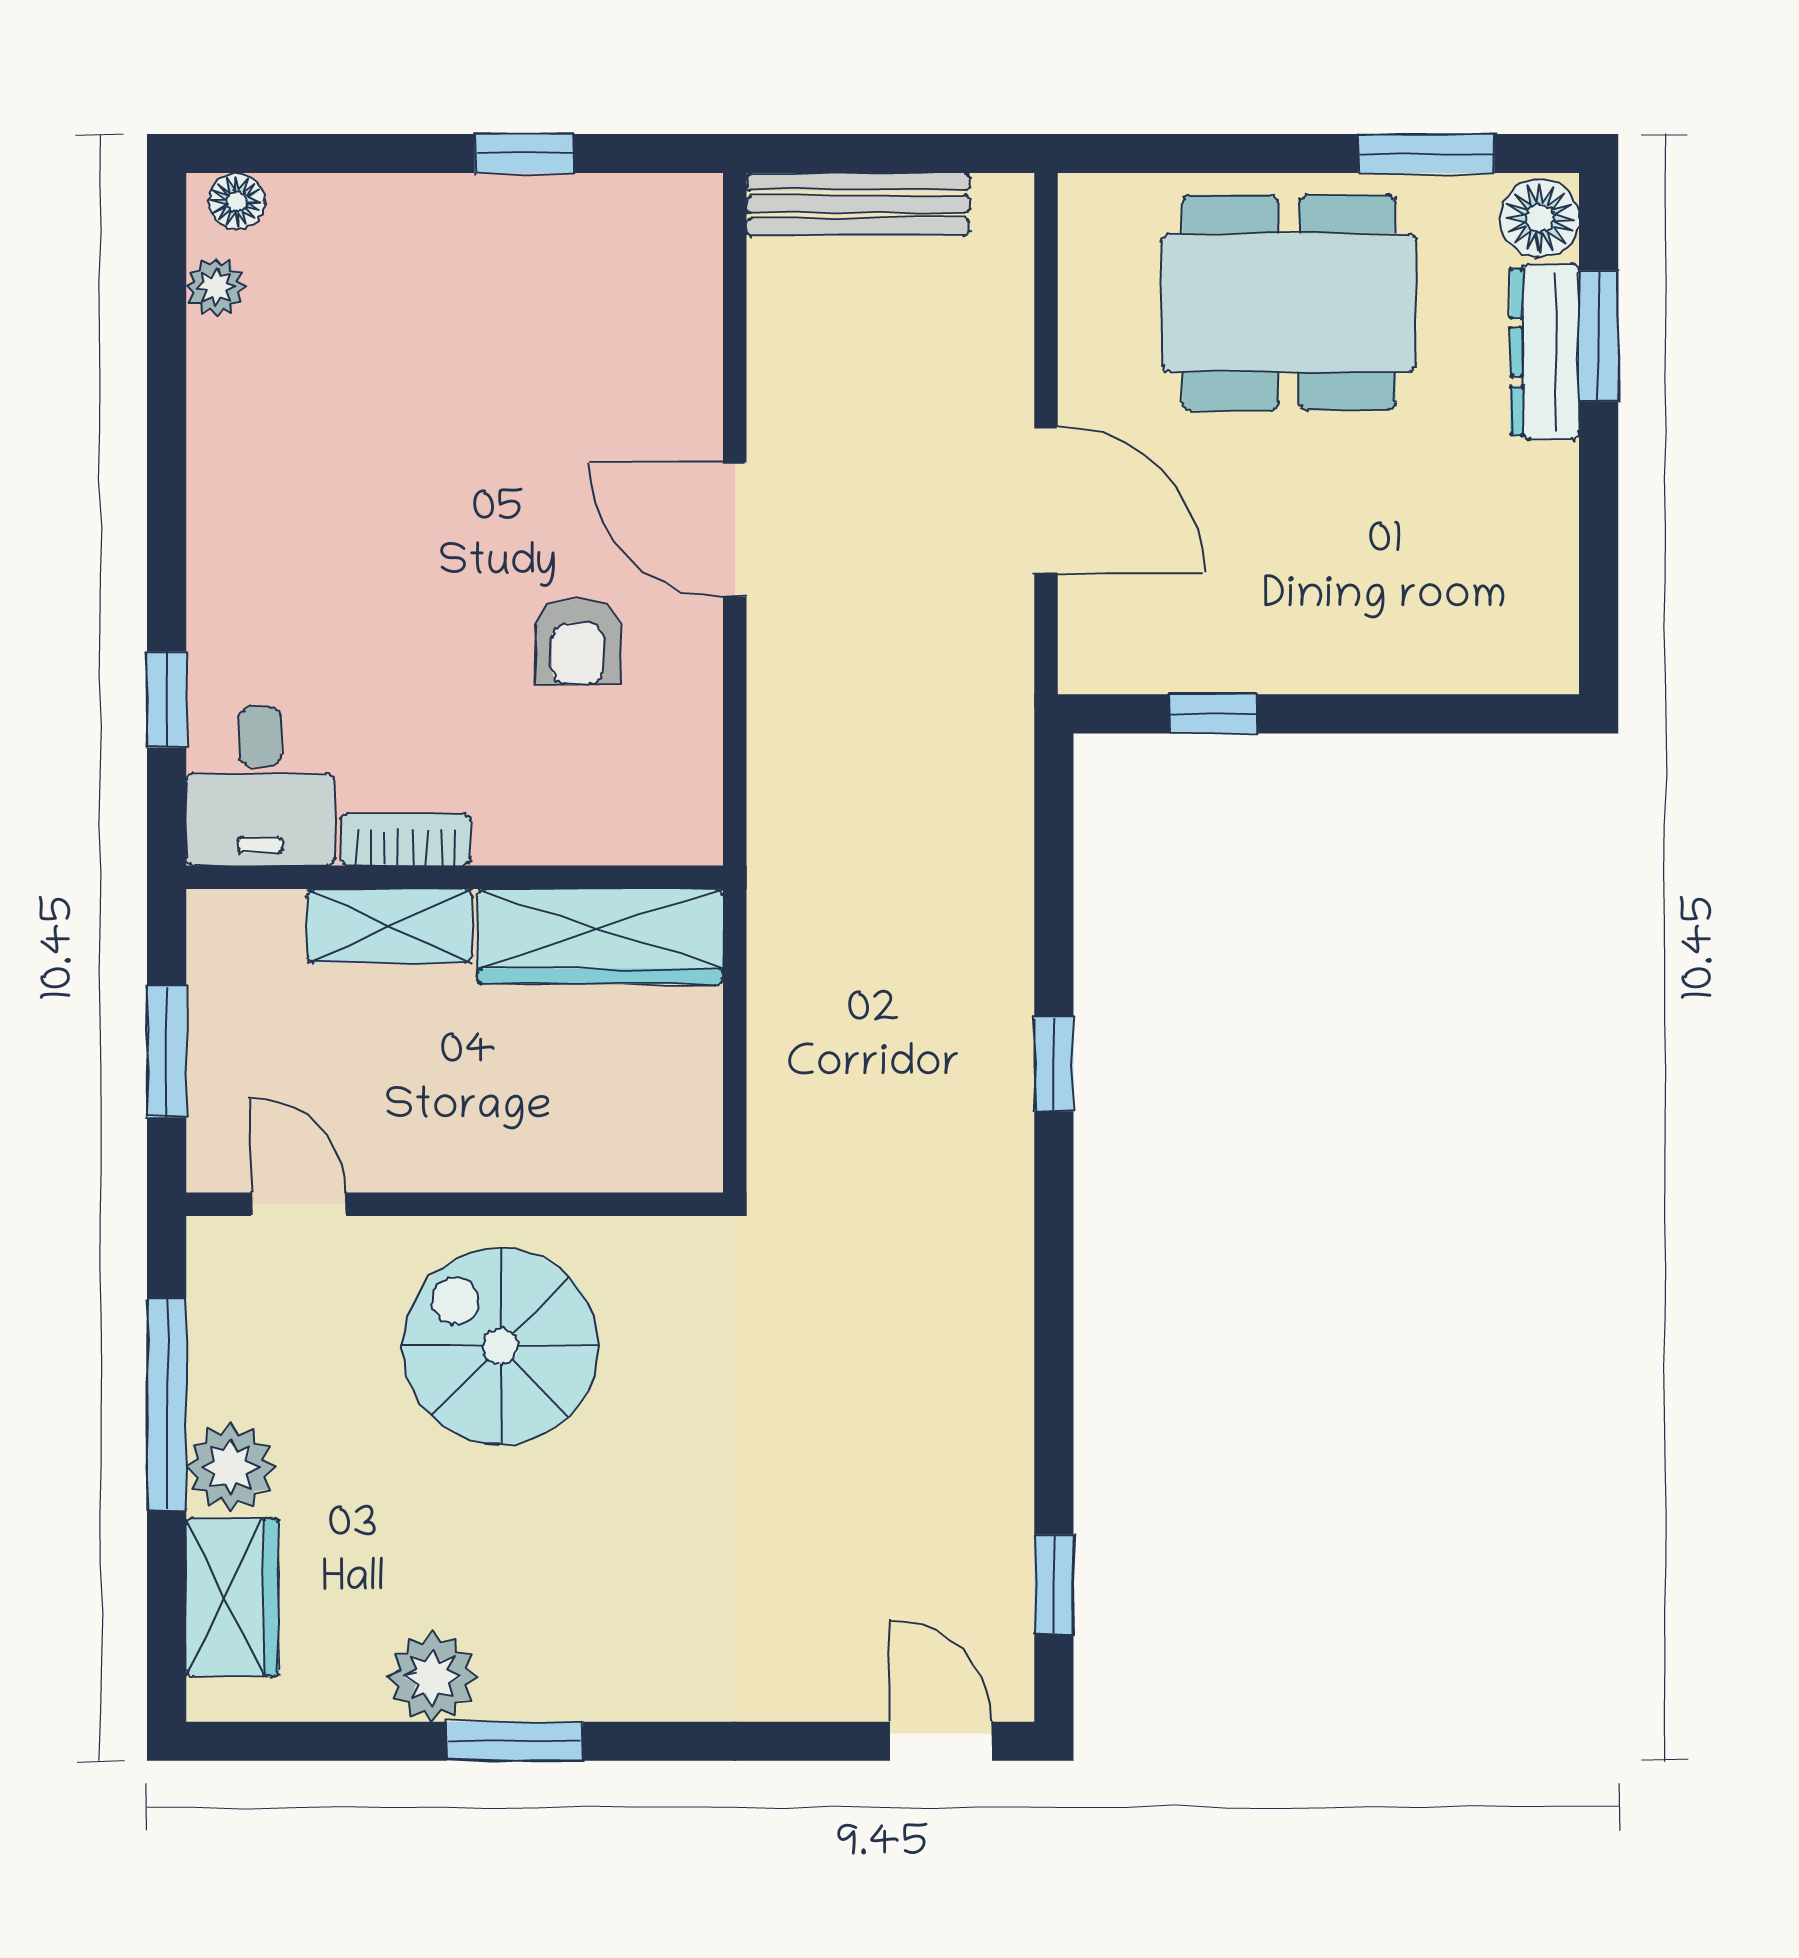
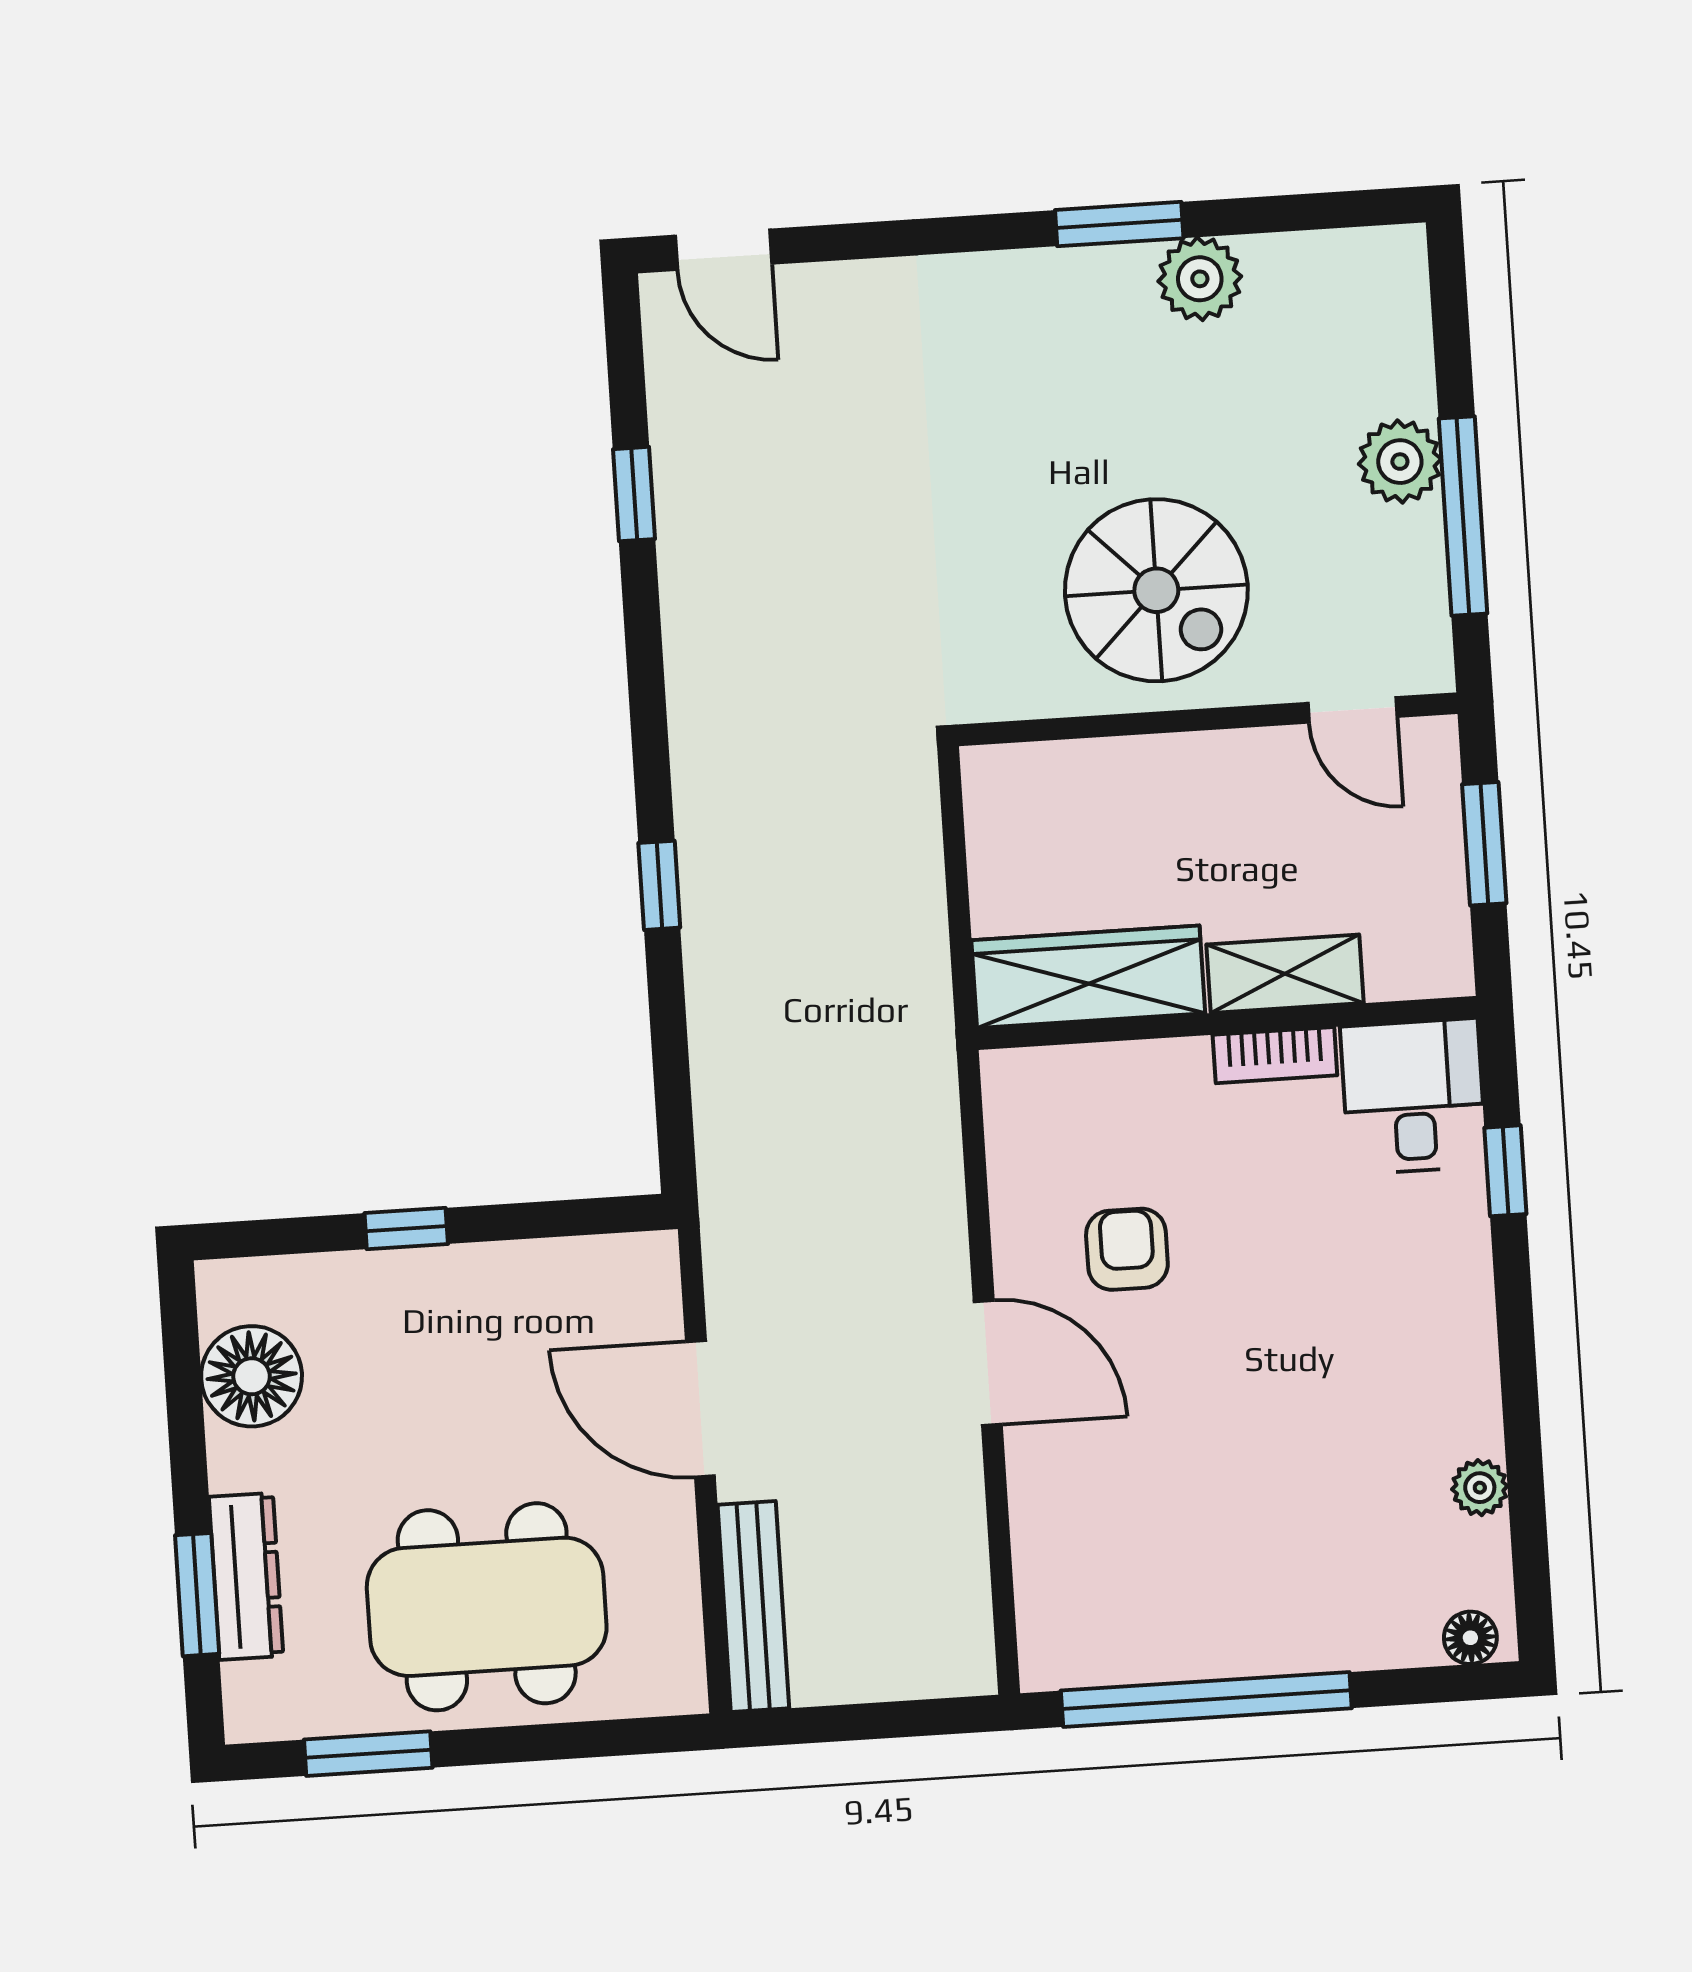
window: (524, 154) -> (1206, 1699), width x3.17
bench: (858, 204) -> (753, 1606), moved, turned 90
floor lamp: (1540, 218) -> (252, 1376), moved, width x1.38, depth x1.38
plant: (216, 287) -> (1480, 1488), moved
window: (1213, 714) -> (406, 1228), moved
window: (1054, 1584) -> (634, 494), moved
wardrobe: (232, 1597) -> (1391, 341), removed

